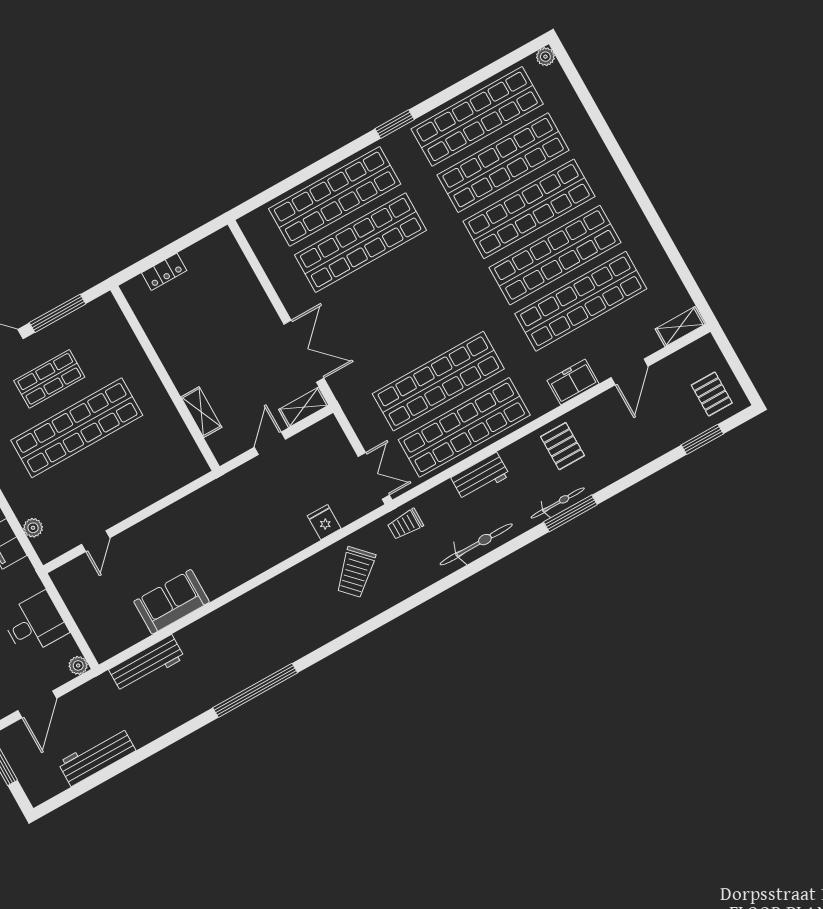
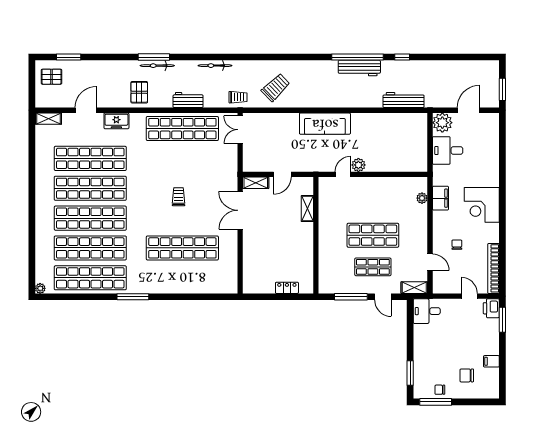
window: (395, 124) -> (133, 297), width x1.44
shop shelf: (335, 196) -> (182, 278), removed
trolley: (411, 319) -> (179, 197), added
shop shelf: (438, 381) -> (182, 158), removed
pallet: (712, 394) -> (51, 77), turned 90
shop shelf: (77, 428) -> (373, 235), width x0.71
fridge: (324, 522) -> (277, 121), removed
plant: (160, 524) -> (358, 165), added
door: (96, 541) -> (343, 174), moved
bicycle: (476, 544) -> (215, 66), width x0.73, depth x0.71
sofa: (172, 602) -> (325, 124), moved, width x1.36
plant: (78, 665) -> (442, 123), width x1.87, depth x1.87
window: (186, 729) -> (402, 57), added
workbench: (97, 757) -> (359, 68), moved

